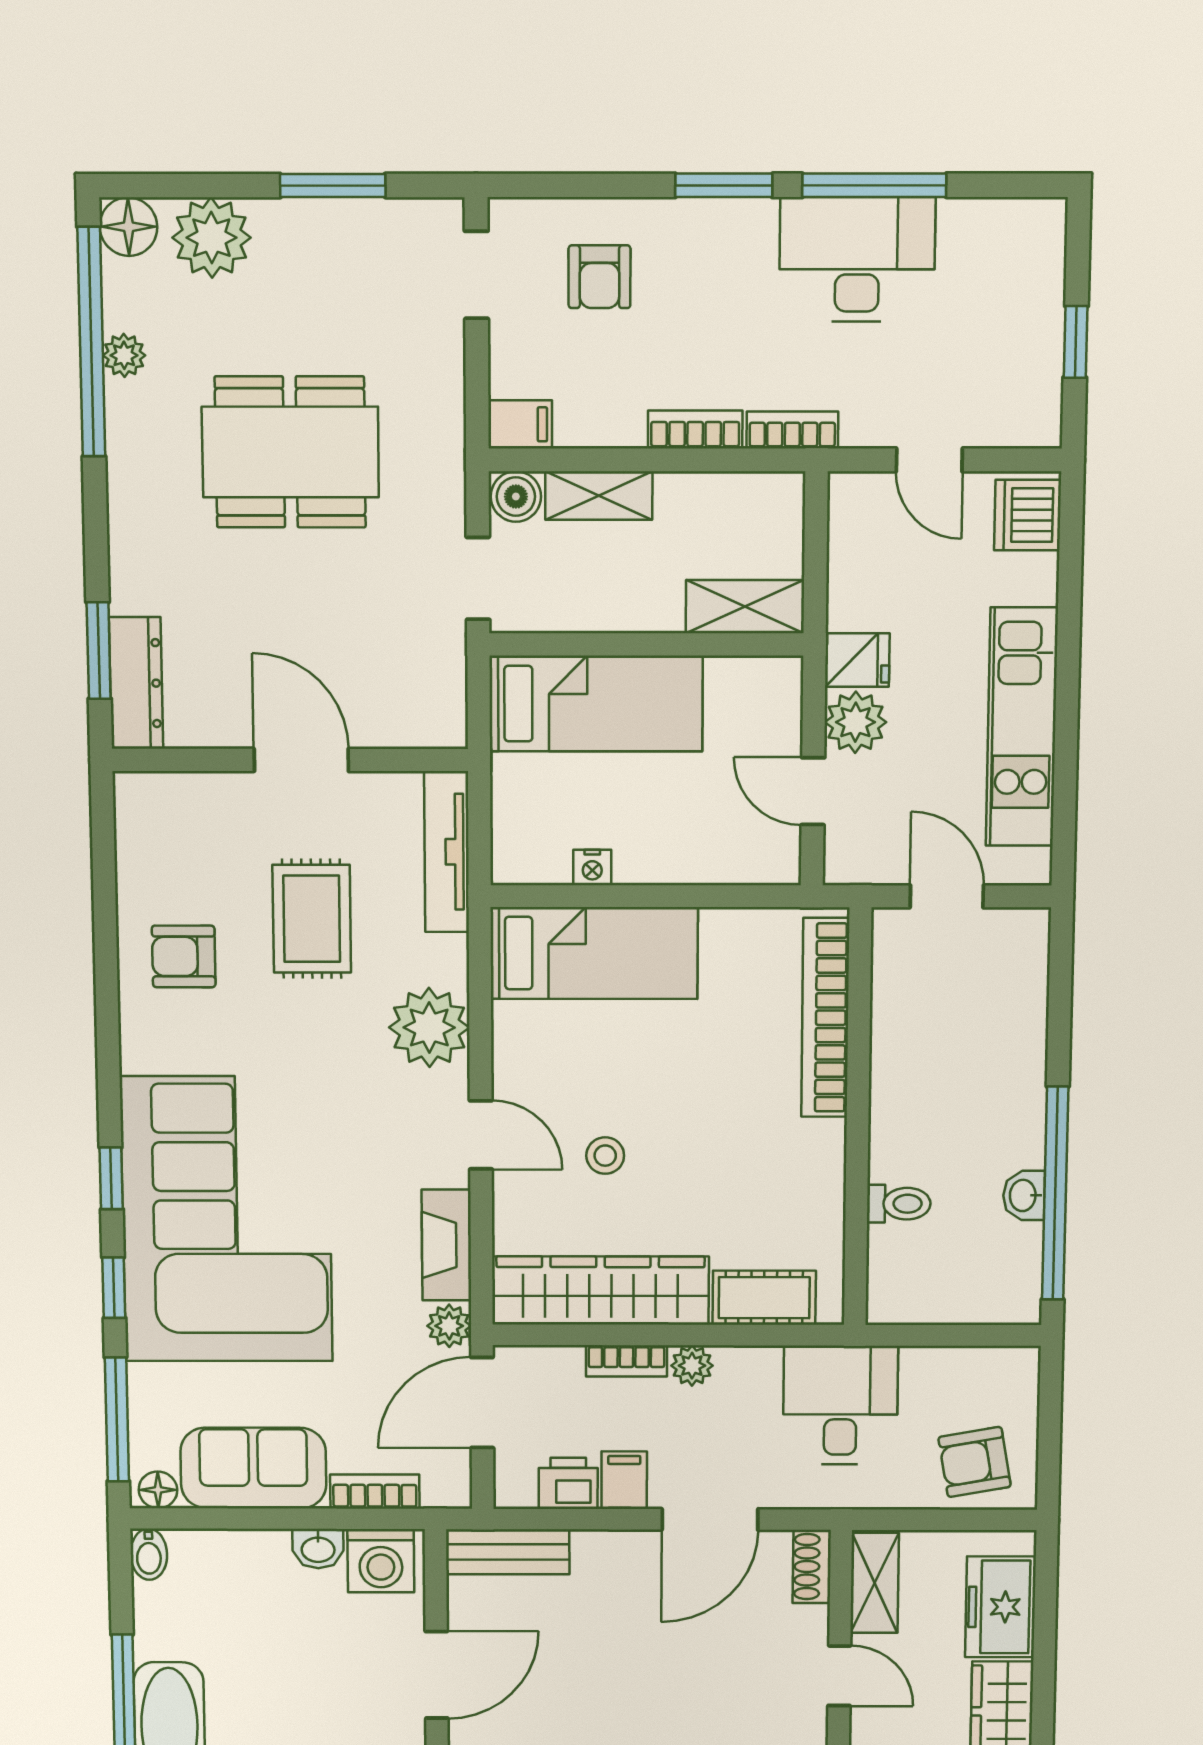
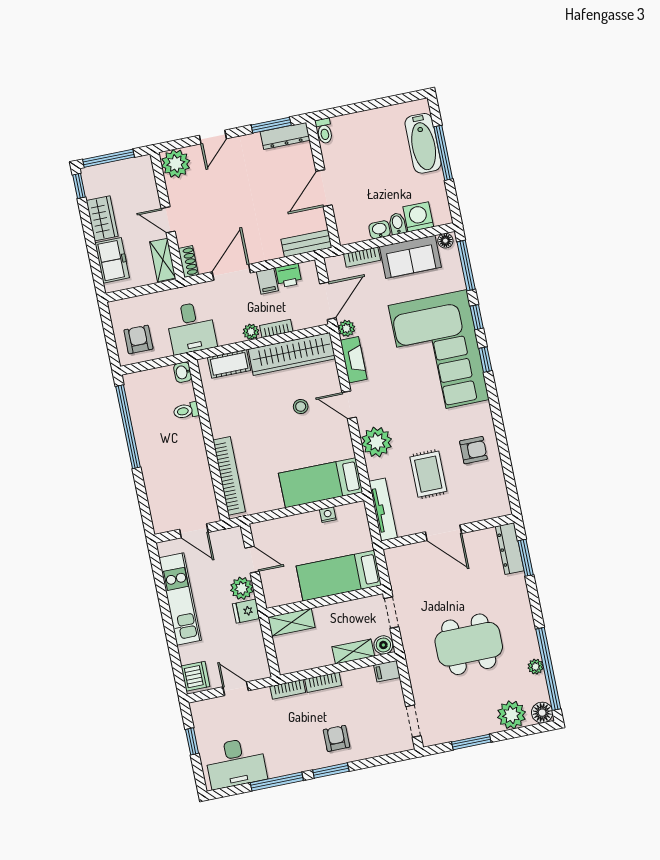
desk: (857, 259) -> (236, 763), moved
armchair: (599, 277) -> (336, 738), moved
washbasin: (1024, 1195) -> (183, 372), moved, turned 180
armchair: (975, 1462) -> (138, 339), moved, turned -80
bidet: (149, 1554) -> (397, 224), moved
washing machine: (381, 1561) -> (418, 217), moved

